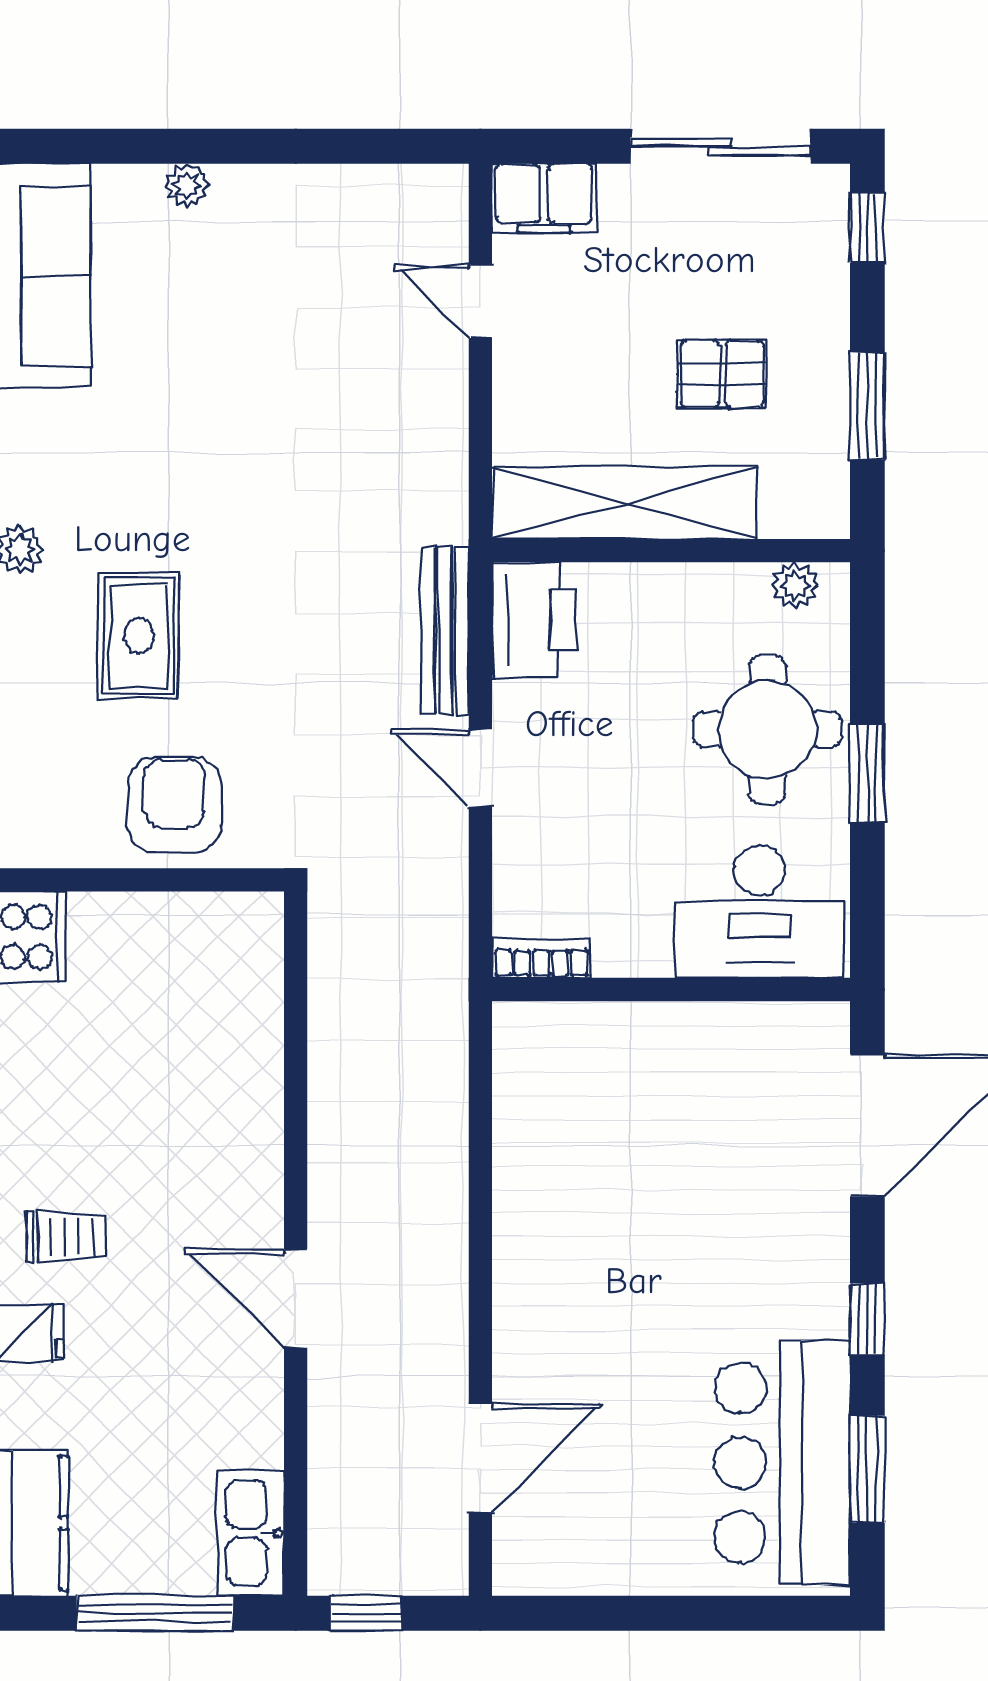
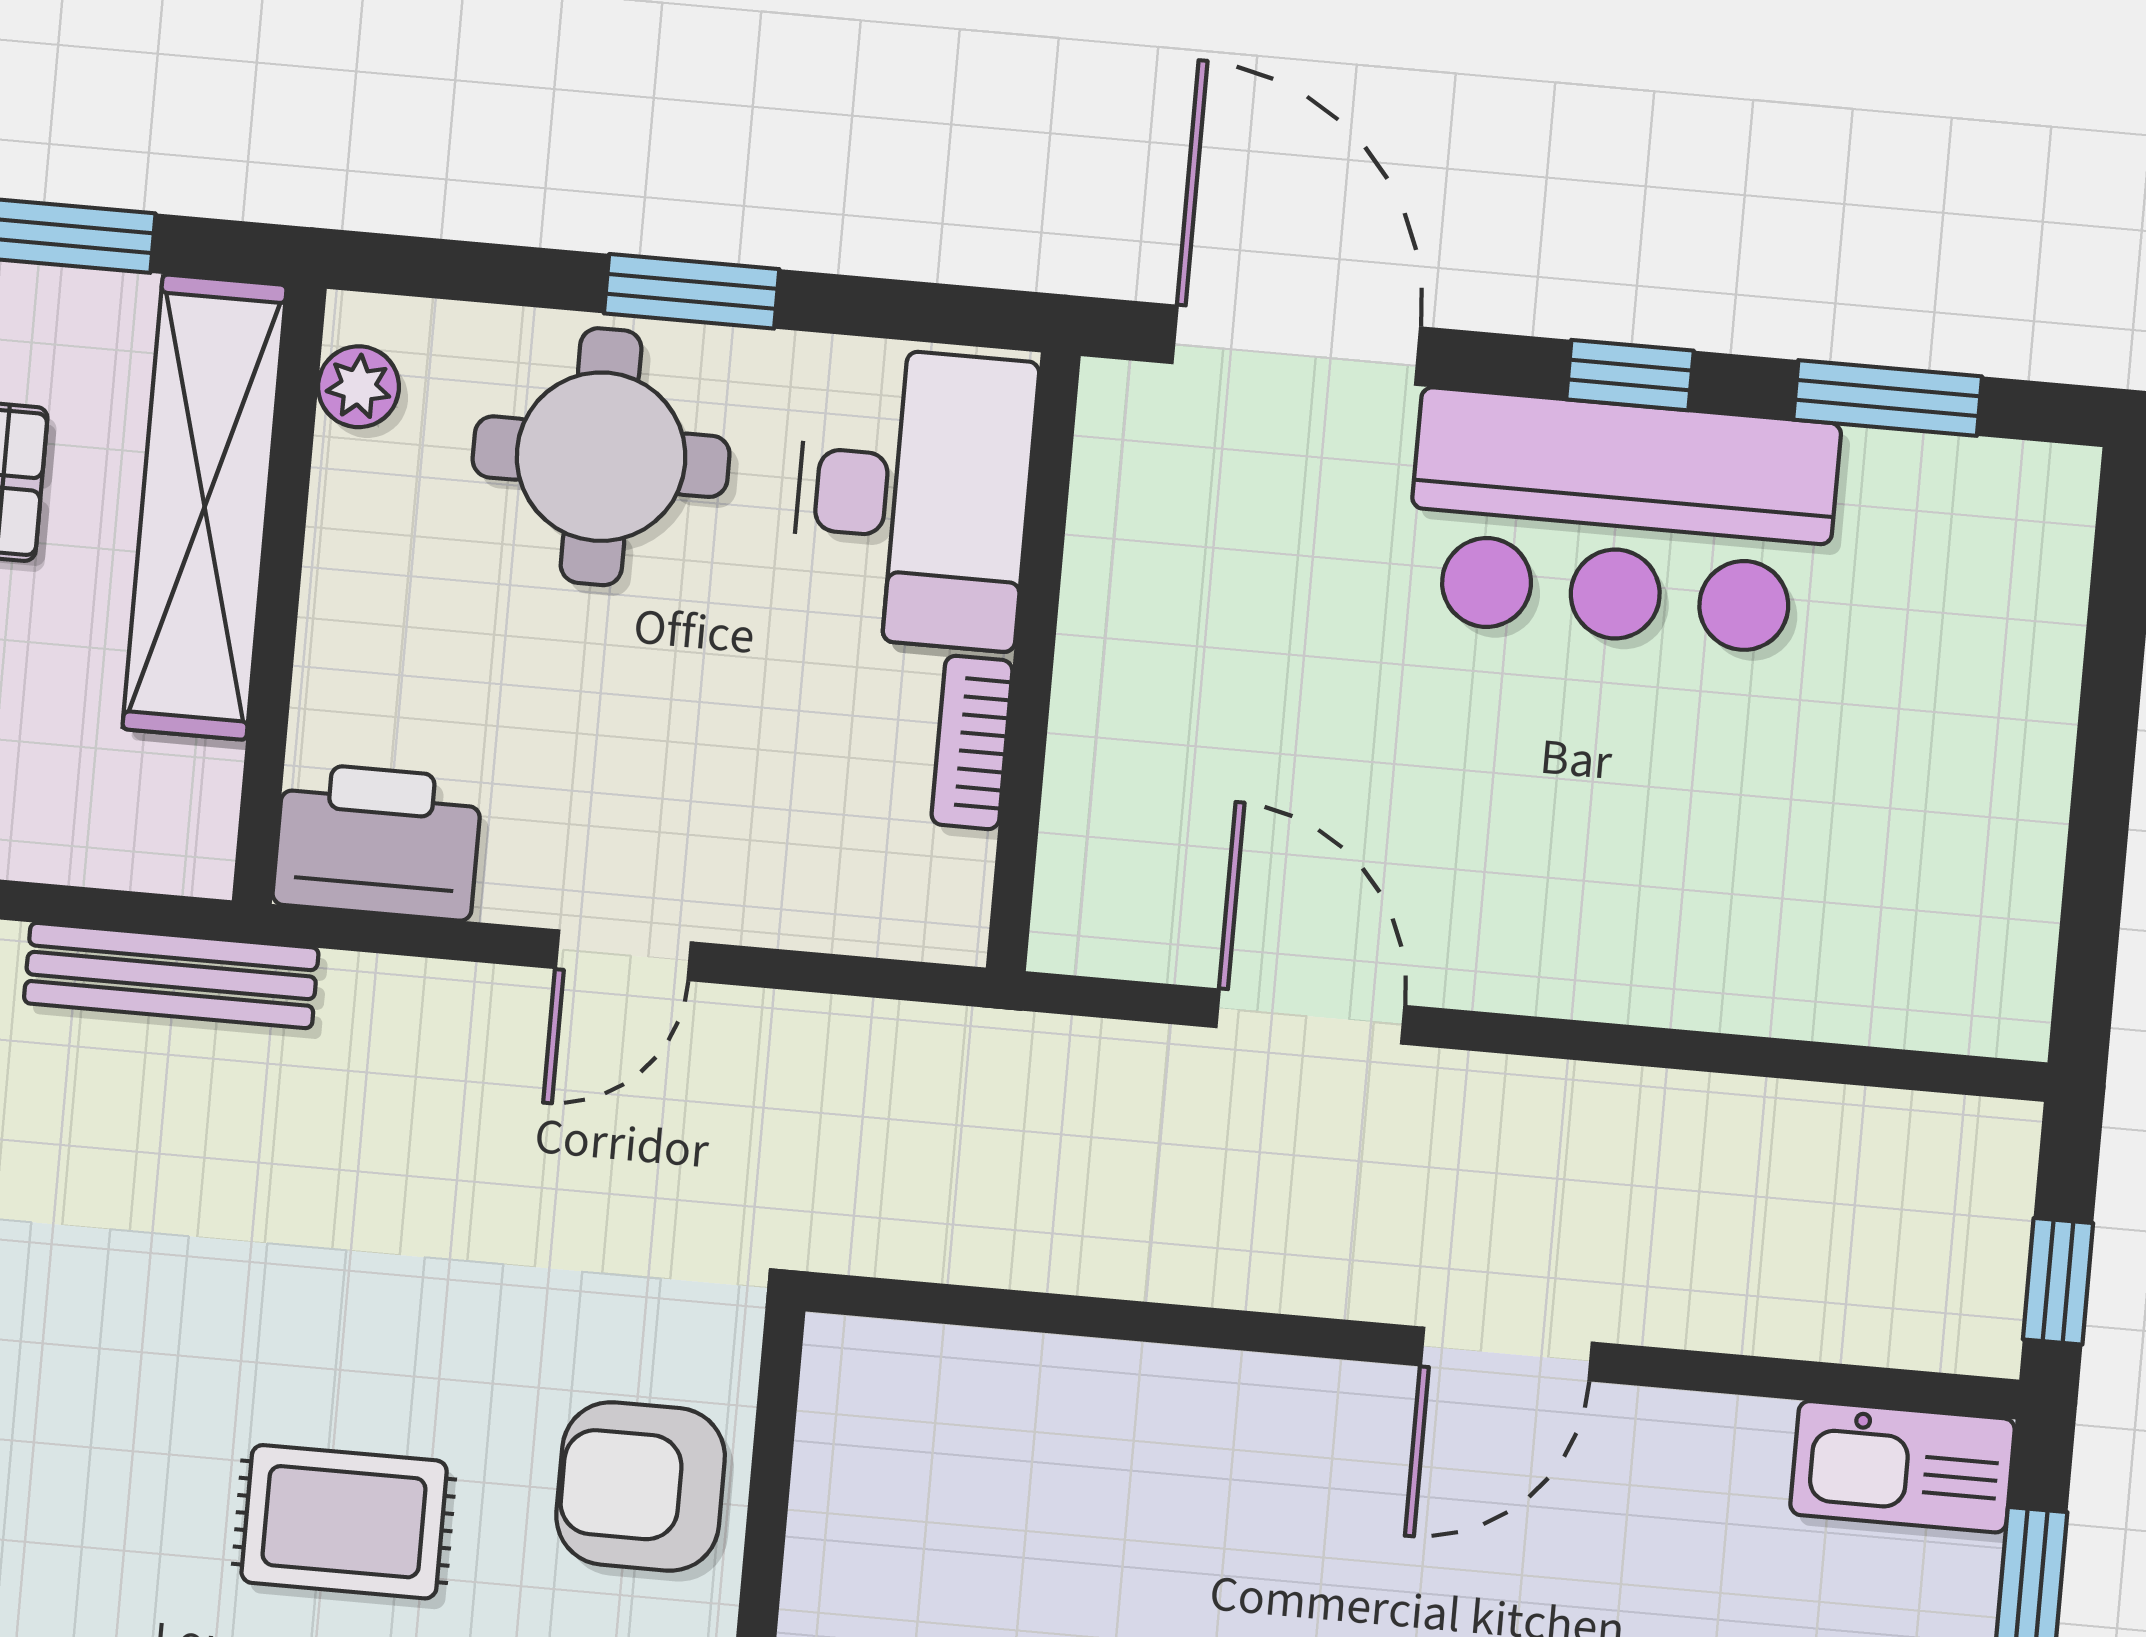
shelving: (624, 503) -> (205, 507), moved
bench: (445, 631) -> (171, 976), moved
bookcase: (541, 958) -> (972, 742), moved
door: (480, 1458) -> (1310, 1017), moved
bar counter: (782, 1463) -> (1622, 522), moved

